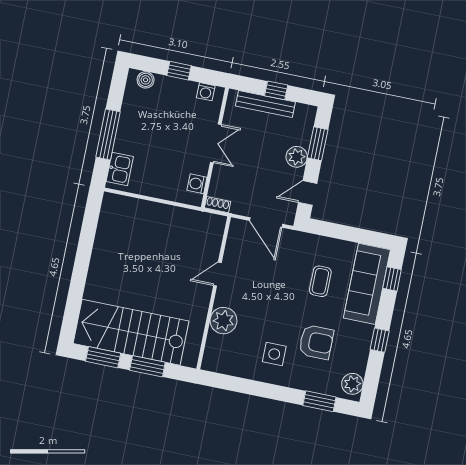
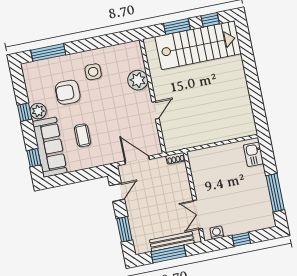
boiler: (146, 80) -> (262, 223), removed
window: (276, 90) -> (168, 254), width x2.17
window: (108, 134) -> (275, 193), moved
double door: (216, 143) -> (198, 215), moved
plant: (297, 157) -> (135, 214), removed
washing machine: (197, 184) -> (196, 167), removed
window: (103, 357) -> (210, 20), width x0.67
plant: (352, 384) -> (38, 111), moved
window: (319, 401) -> (48, 52), width x1.44

